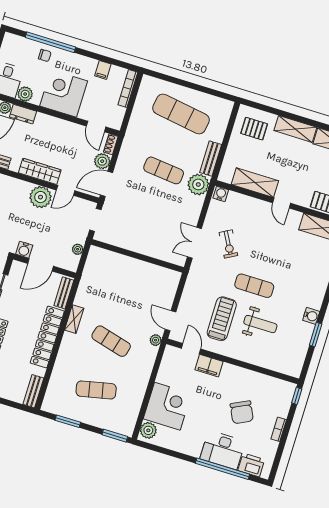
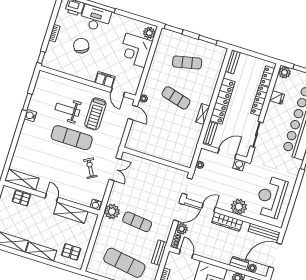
bench: (211, 159) -> (159, 253), moved
plant: (41, 197) -> (239, 207), moved
exercise mat: (254, 286) -> (72, 138), width x1.36, depth x1.45

